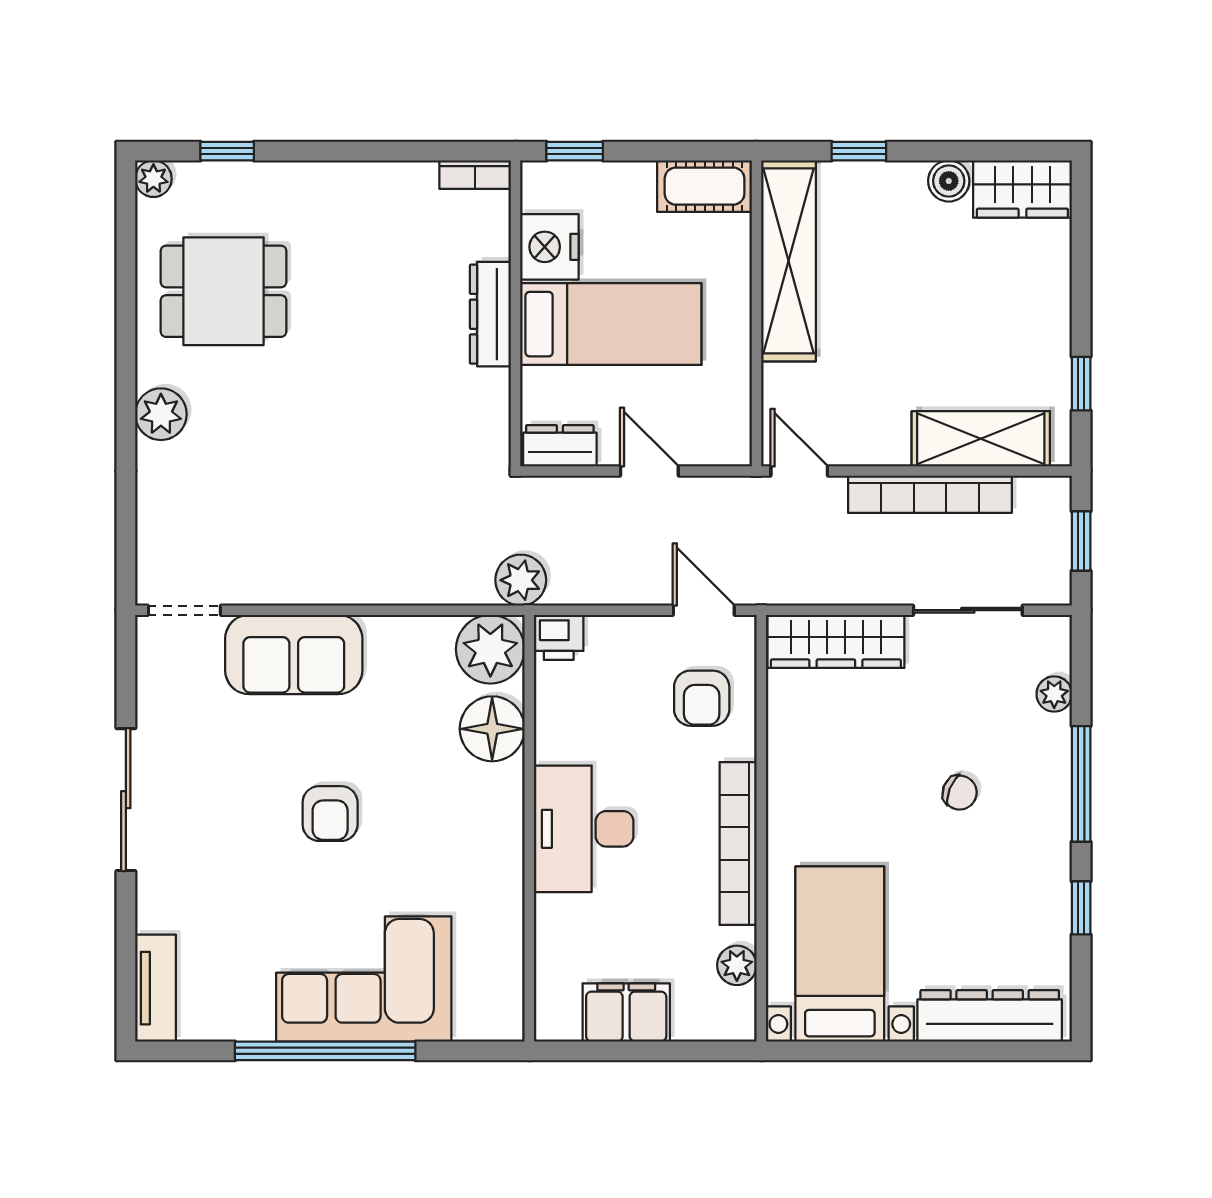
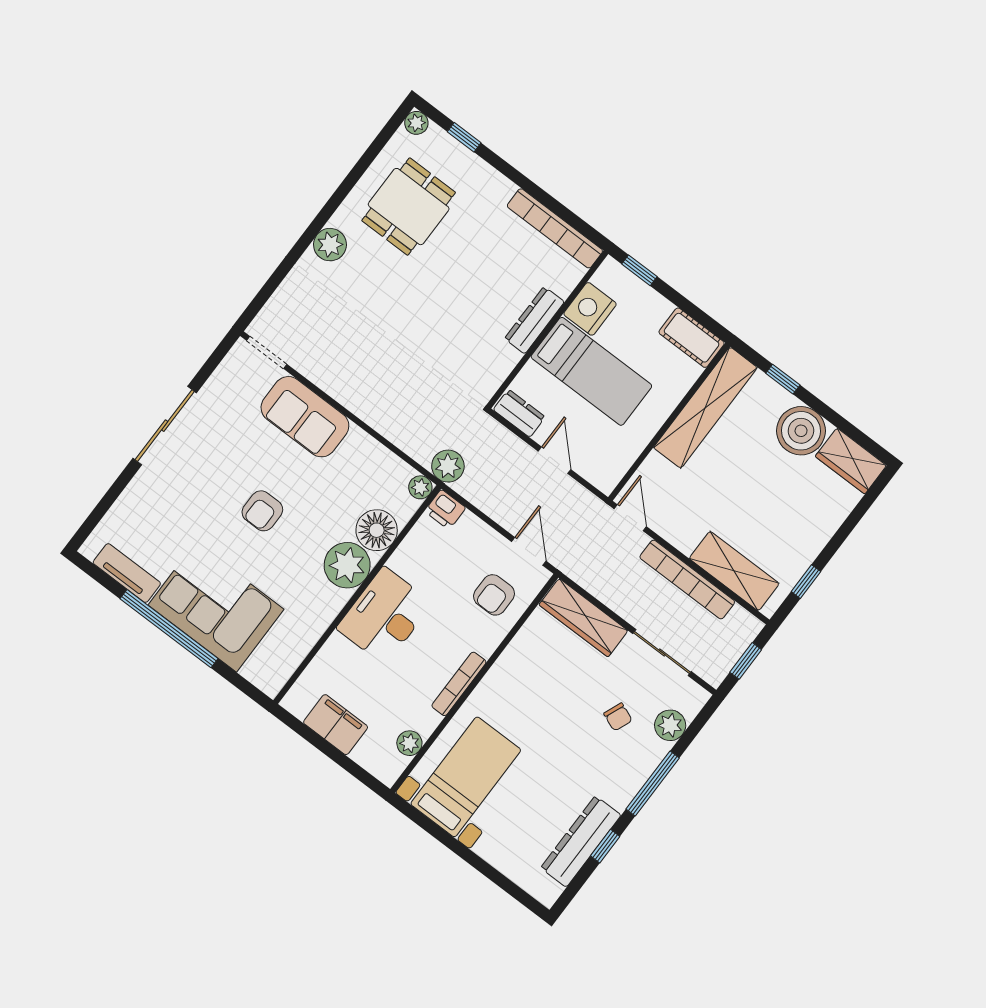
bookcase: (475, 175) -> (555, 228), width x2.31, depth x1.31
boiler: (949, 181) -> (801, 431), width x1.86, depth x1.86
dining table: (224, 291) -> (409, 207), turned 90
plant: (490, 649) -> (420, 487), width x0.53, depth x0.53
plant: (1054, 694) -> (670, 725), width x1.38, depth x1.38
chair: (960, 793) -> (618, 717), moved
plant: (489, 801) -> (347, 565), added
bookcase: (738, 844) -> (459, 684), width x0.68, depth x0.76
tv unit: (156, 988) -> (127, 573), moved, turned -90
dresser: (990, 1016) -> (581, 841), moved, turned -90

